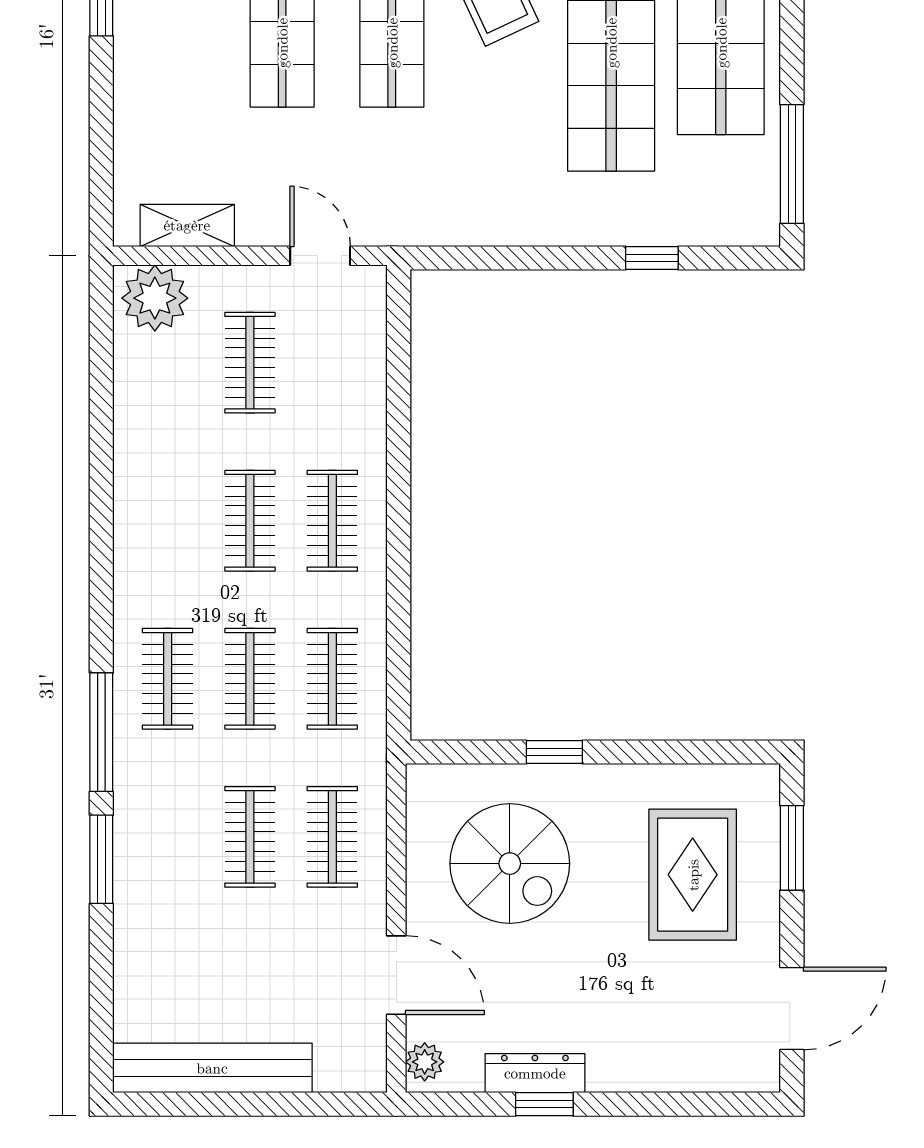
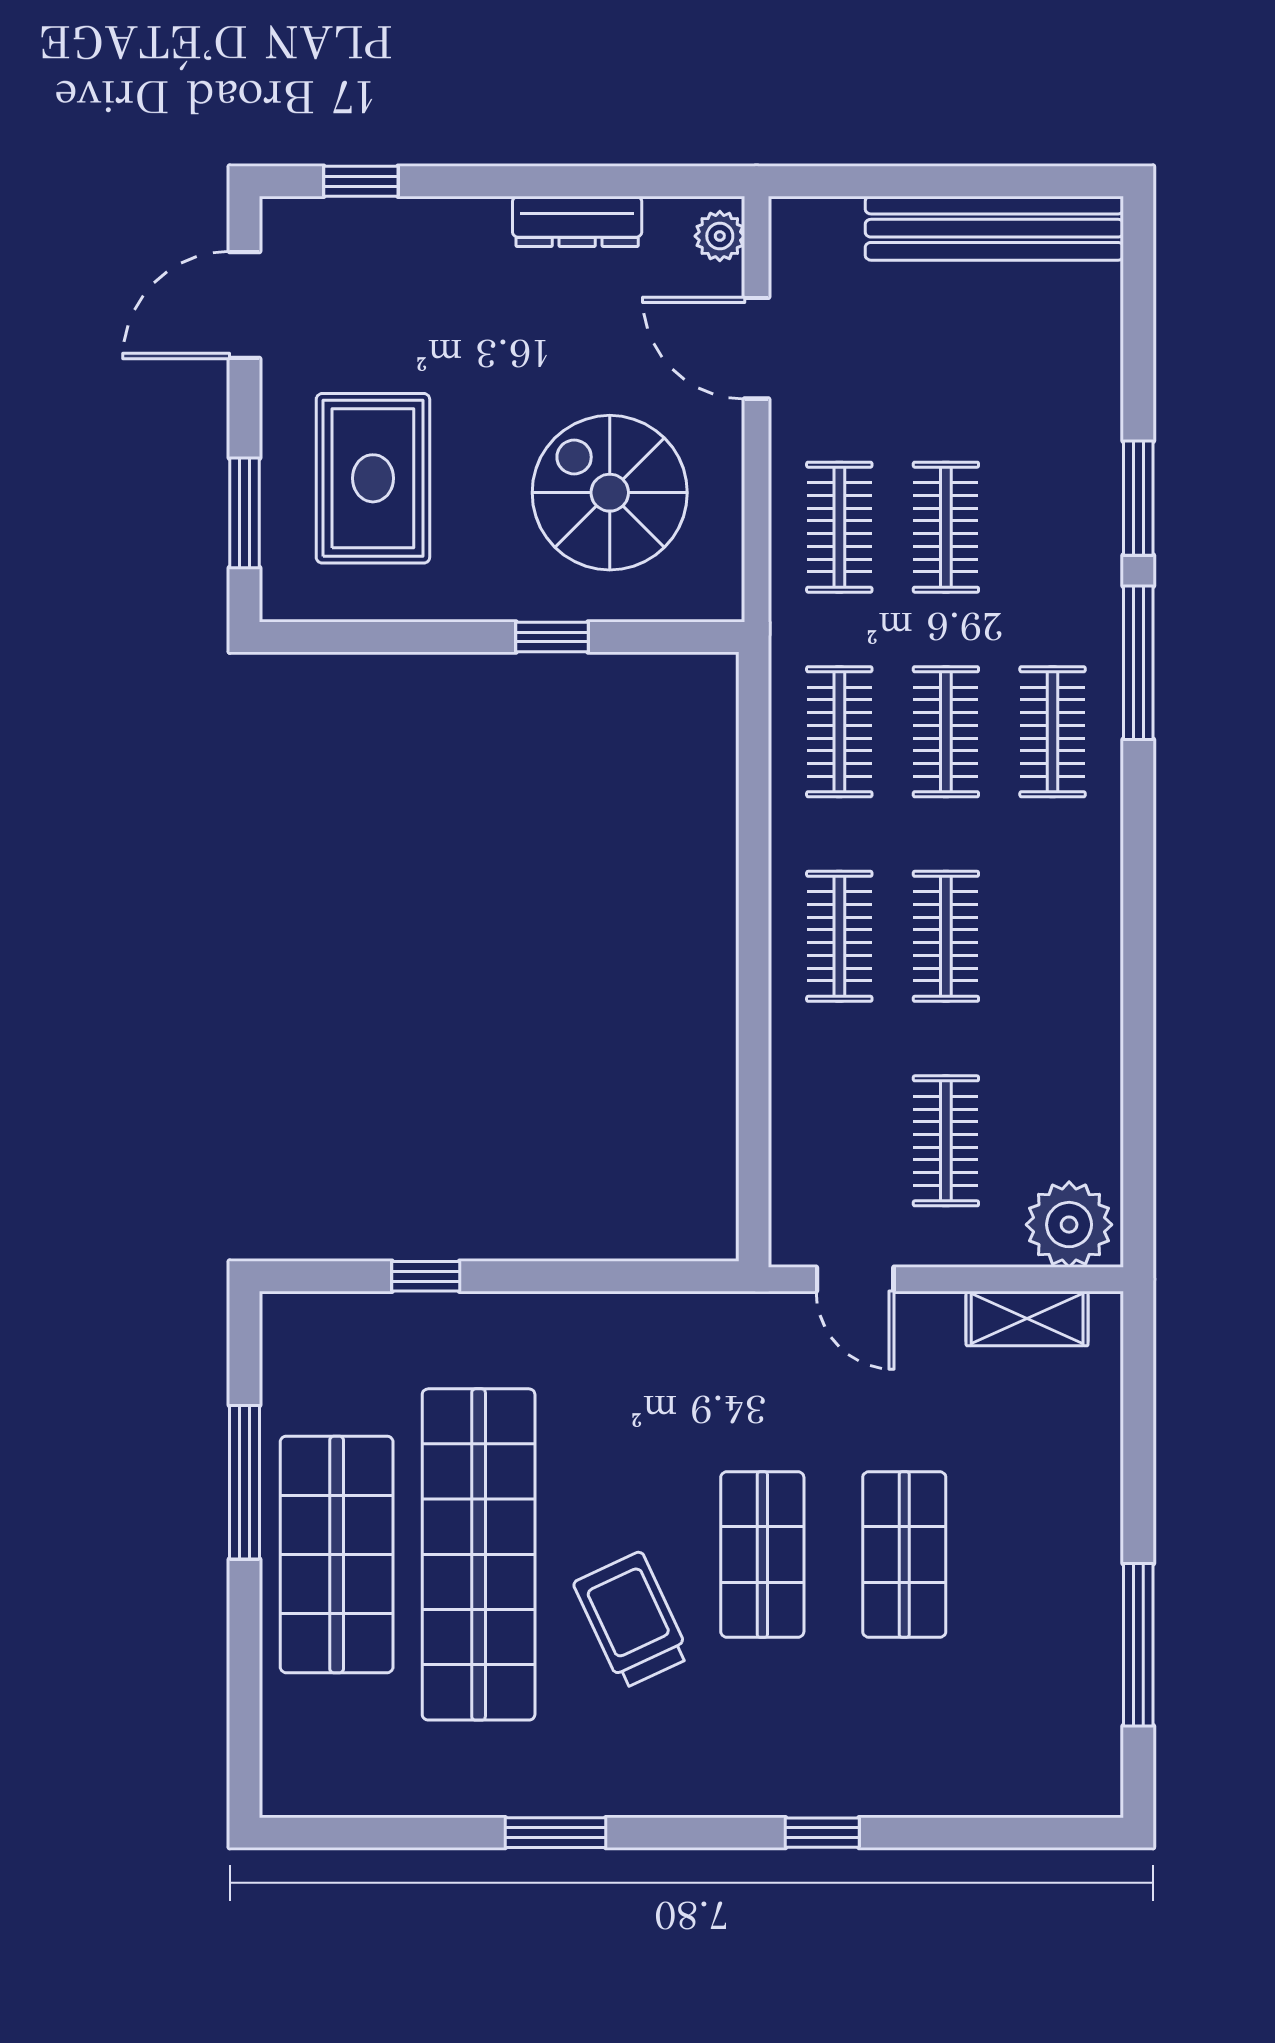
window: (792, 164) -> (245, 1482), moved
window: (544, 1104) -> (361, 181), moved

